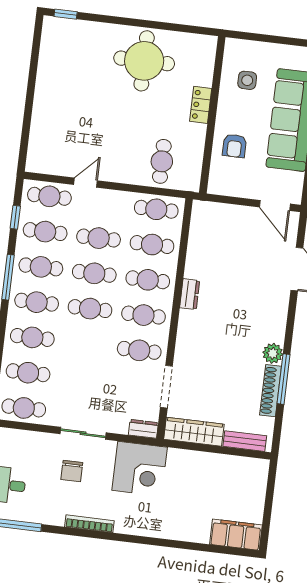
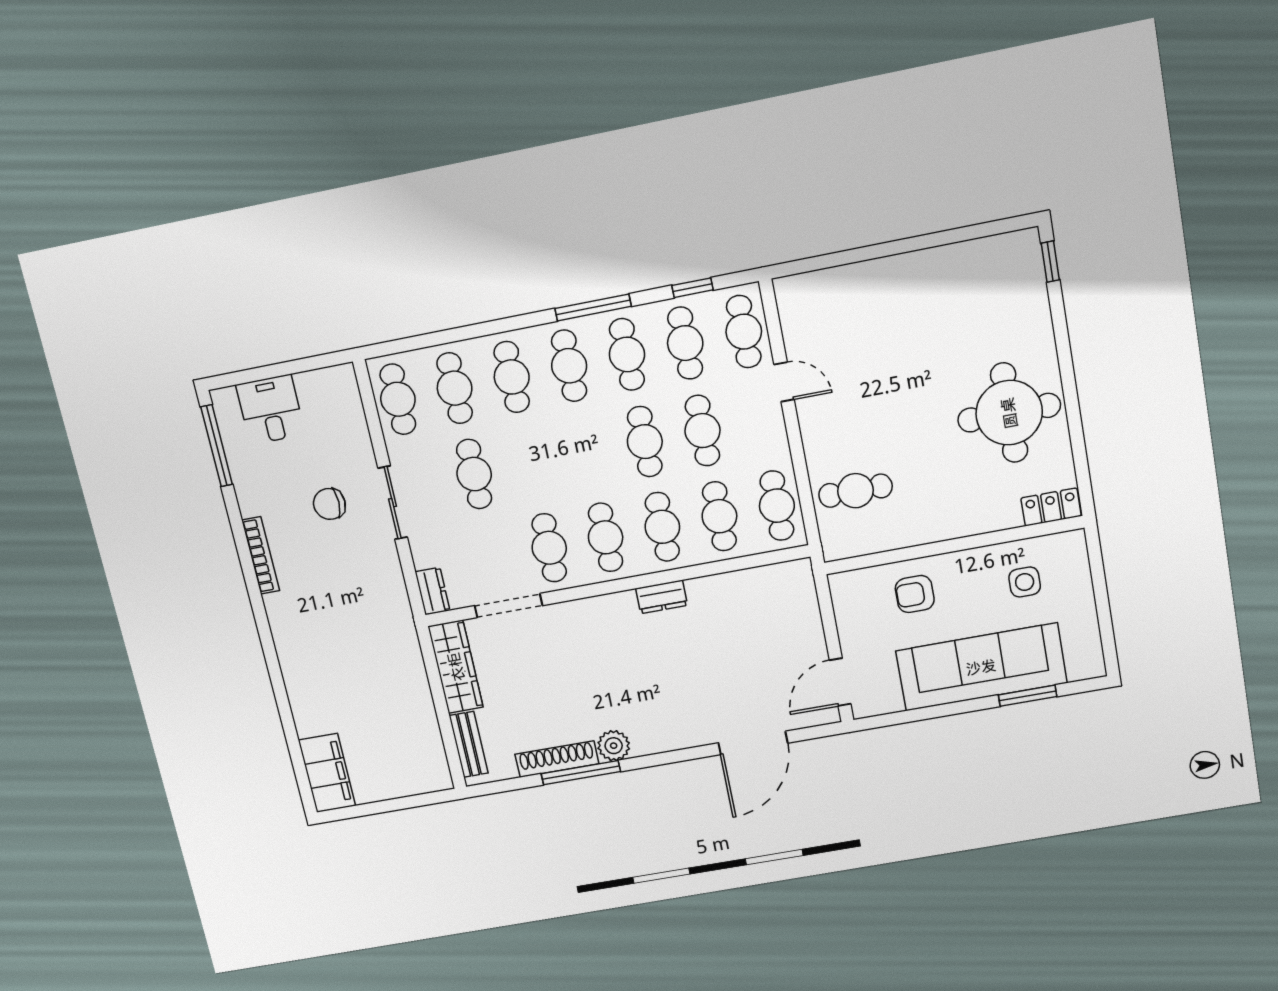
locker: (201, 105) -> (1051, 507), moved
cafe table: (90, 309) -> (474, 474), moved
corner desk: (140, 469) -> (371, 604), removed

